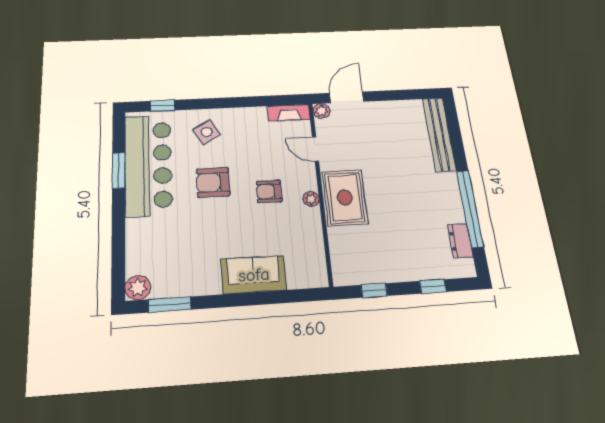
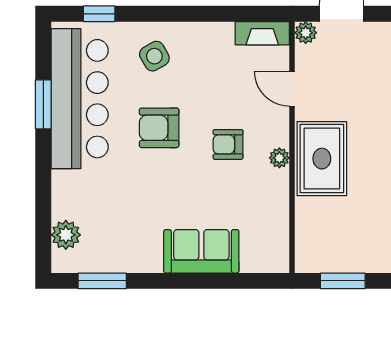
plant: (138, 288) -> (66, 235), moved
window: (374, 290) -> (343, 281), width x1.50

